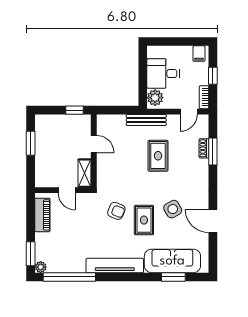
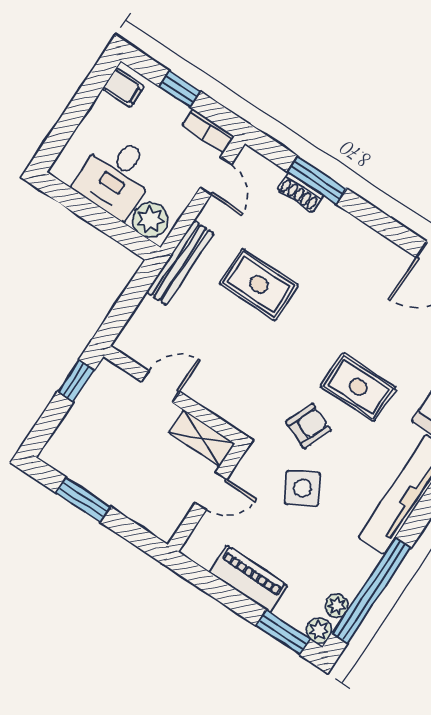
side table: (173, 209) -> (303, 488), moved
piano: (42, 215) -> (249, 579), moved
plant: (55, 268) -> (337, 606), added

